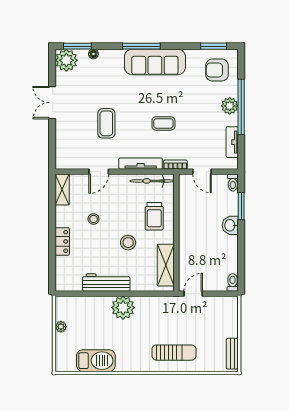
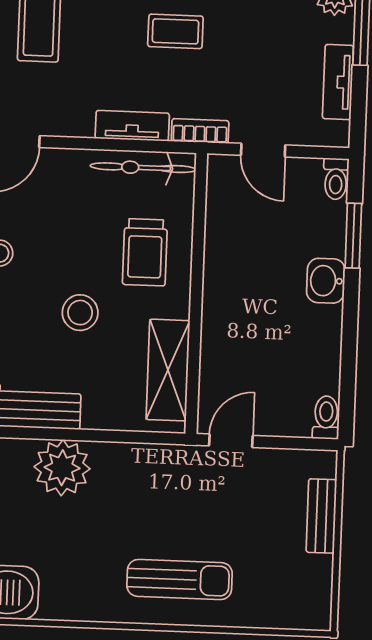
tv unit: (141, 164) -> (132, 126), width x0.71
bench: (232, 354) -> (321, 516), moved

